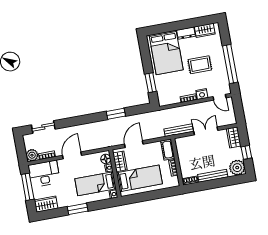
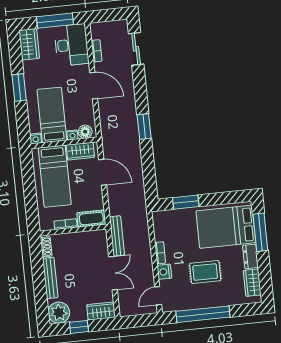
window: (168, 27) -> (260, 232), added
rug: (200, 65) -> (205, 272), turned 90
window: (116, 114) -> (144, 127), moved
plant: (32, 155) -> (98, 30), removed

